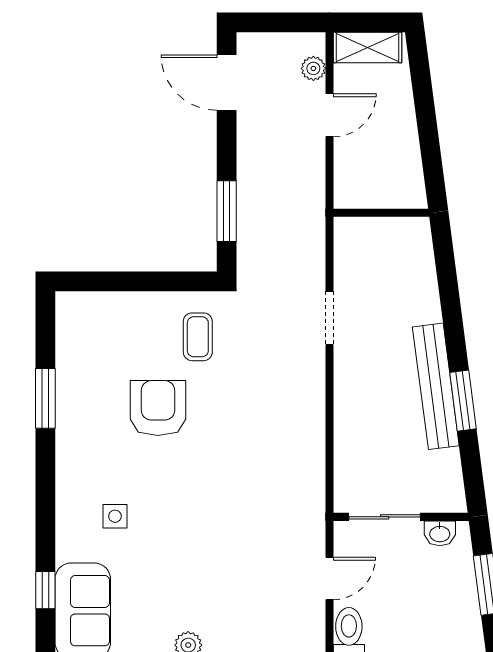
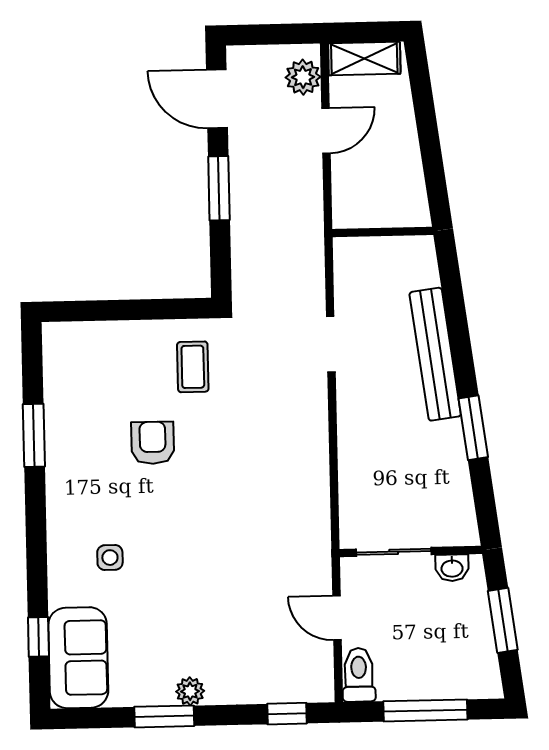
plant: (313, 68) -> (303, 77), width x1.38, depth x1.38
window: (227, 211) -> (219, 188), moved
bench: (436, 386) -> (435, 354), moved
armchair: (158, 408) -> (153, 443), width x0.72, depth x0.72
door: (329, 578) -> (337, 618), swing flipped

